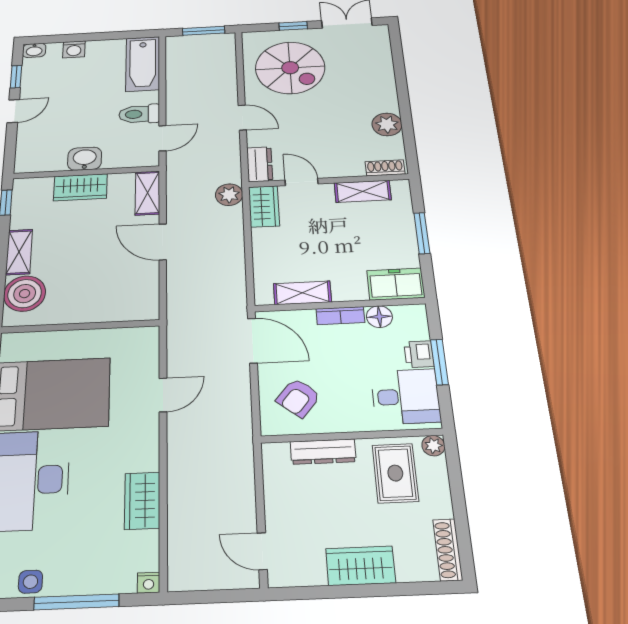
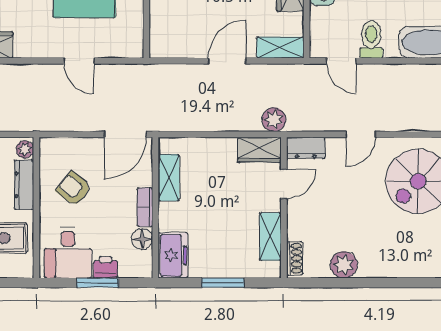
armchair: (298, 398) -> (74, 189), moved
plant: (433, 446) -> (25, 149), moved

